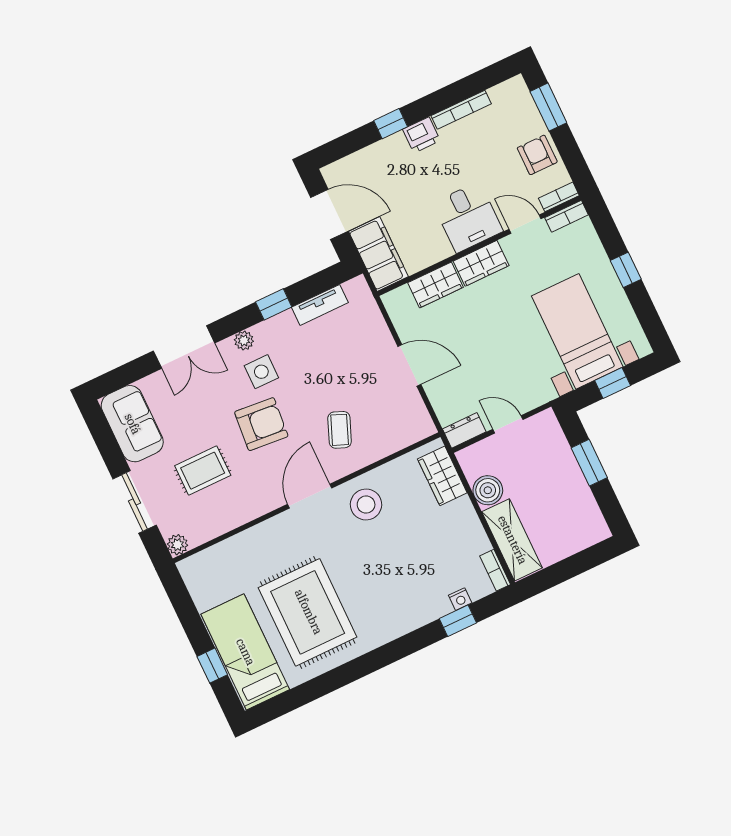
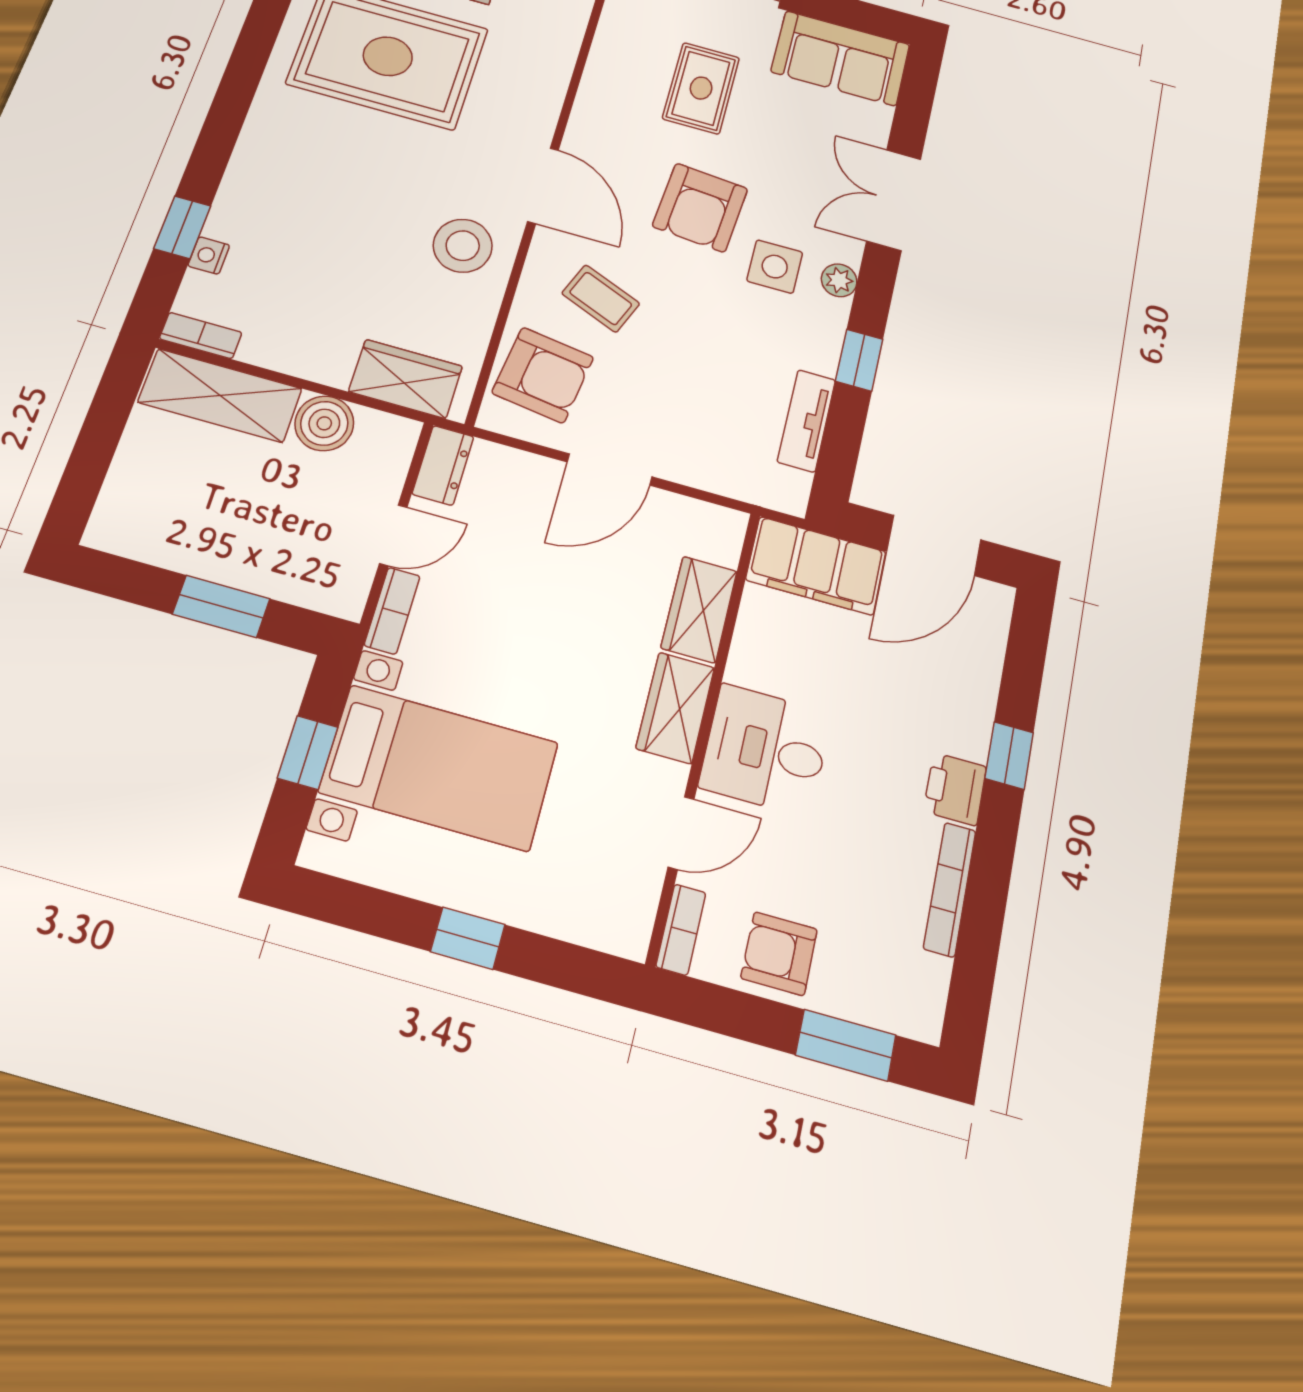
armchair: (537, 155) -> (779, 954), turned 180
bookcase: (567, 216) -> (392, 611), moved, turned 180
armchair: (393, 424) -> (543, 375), added

